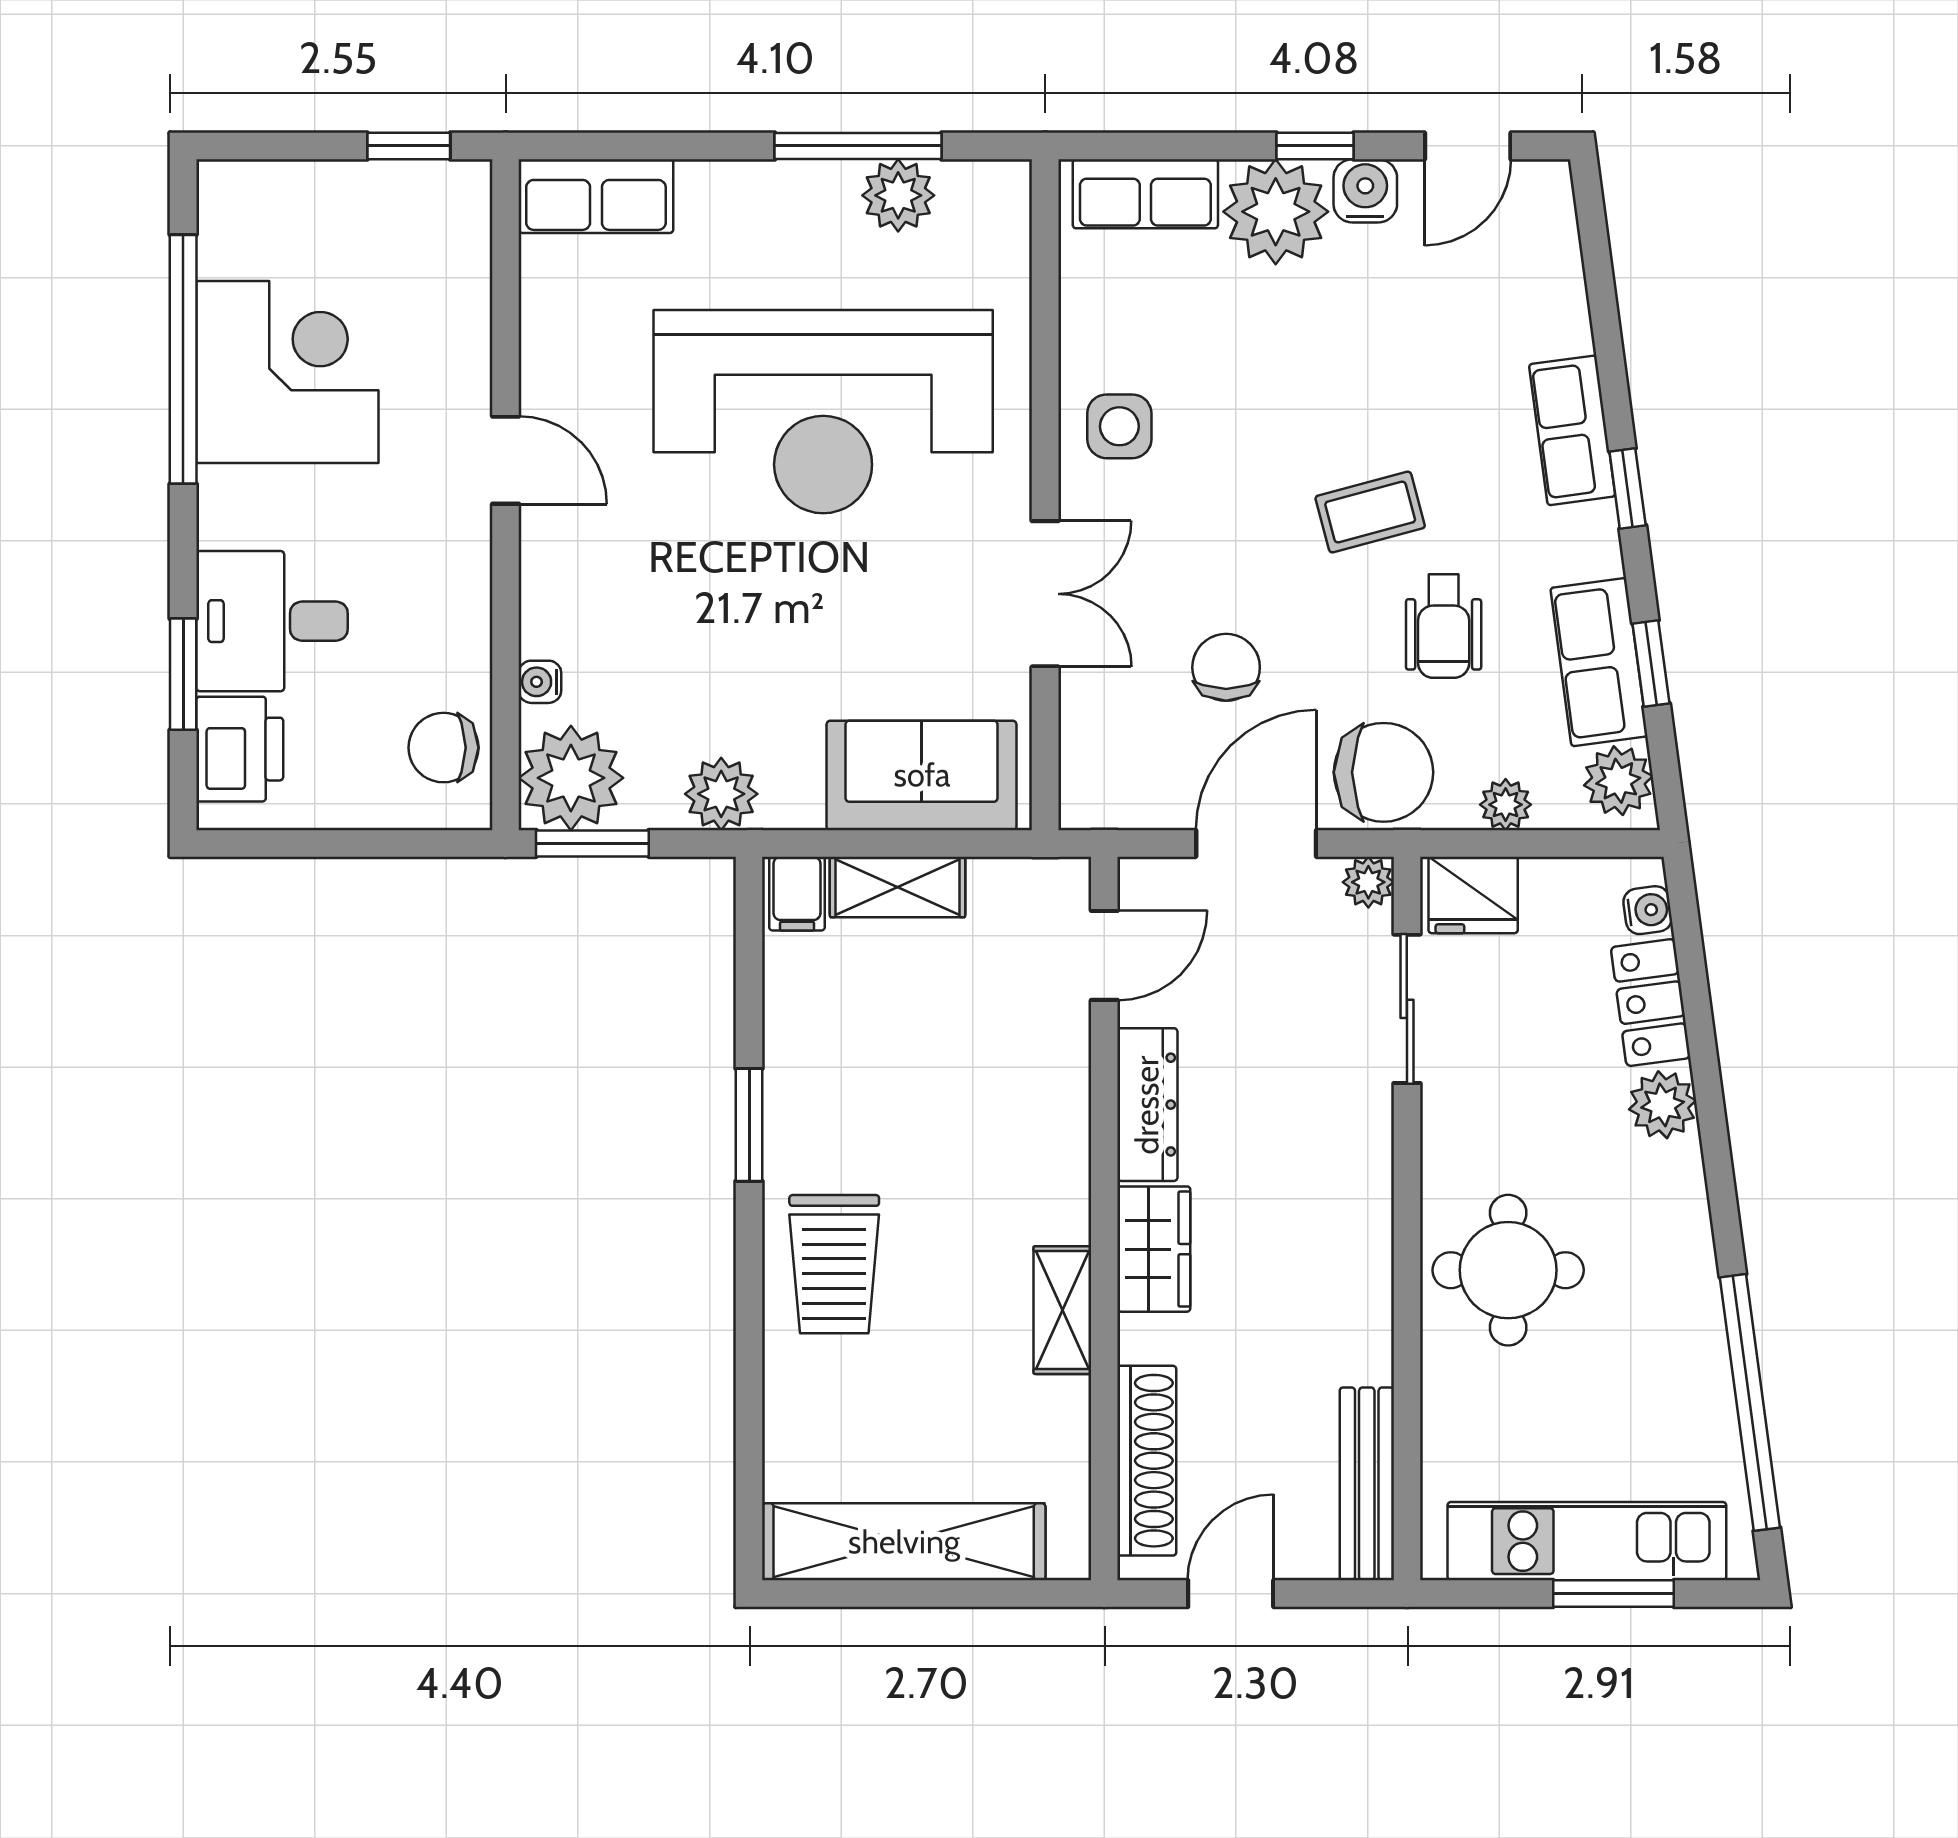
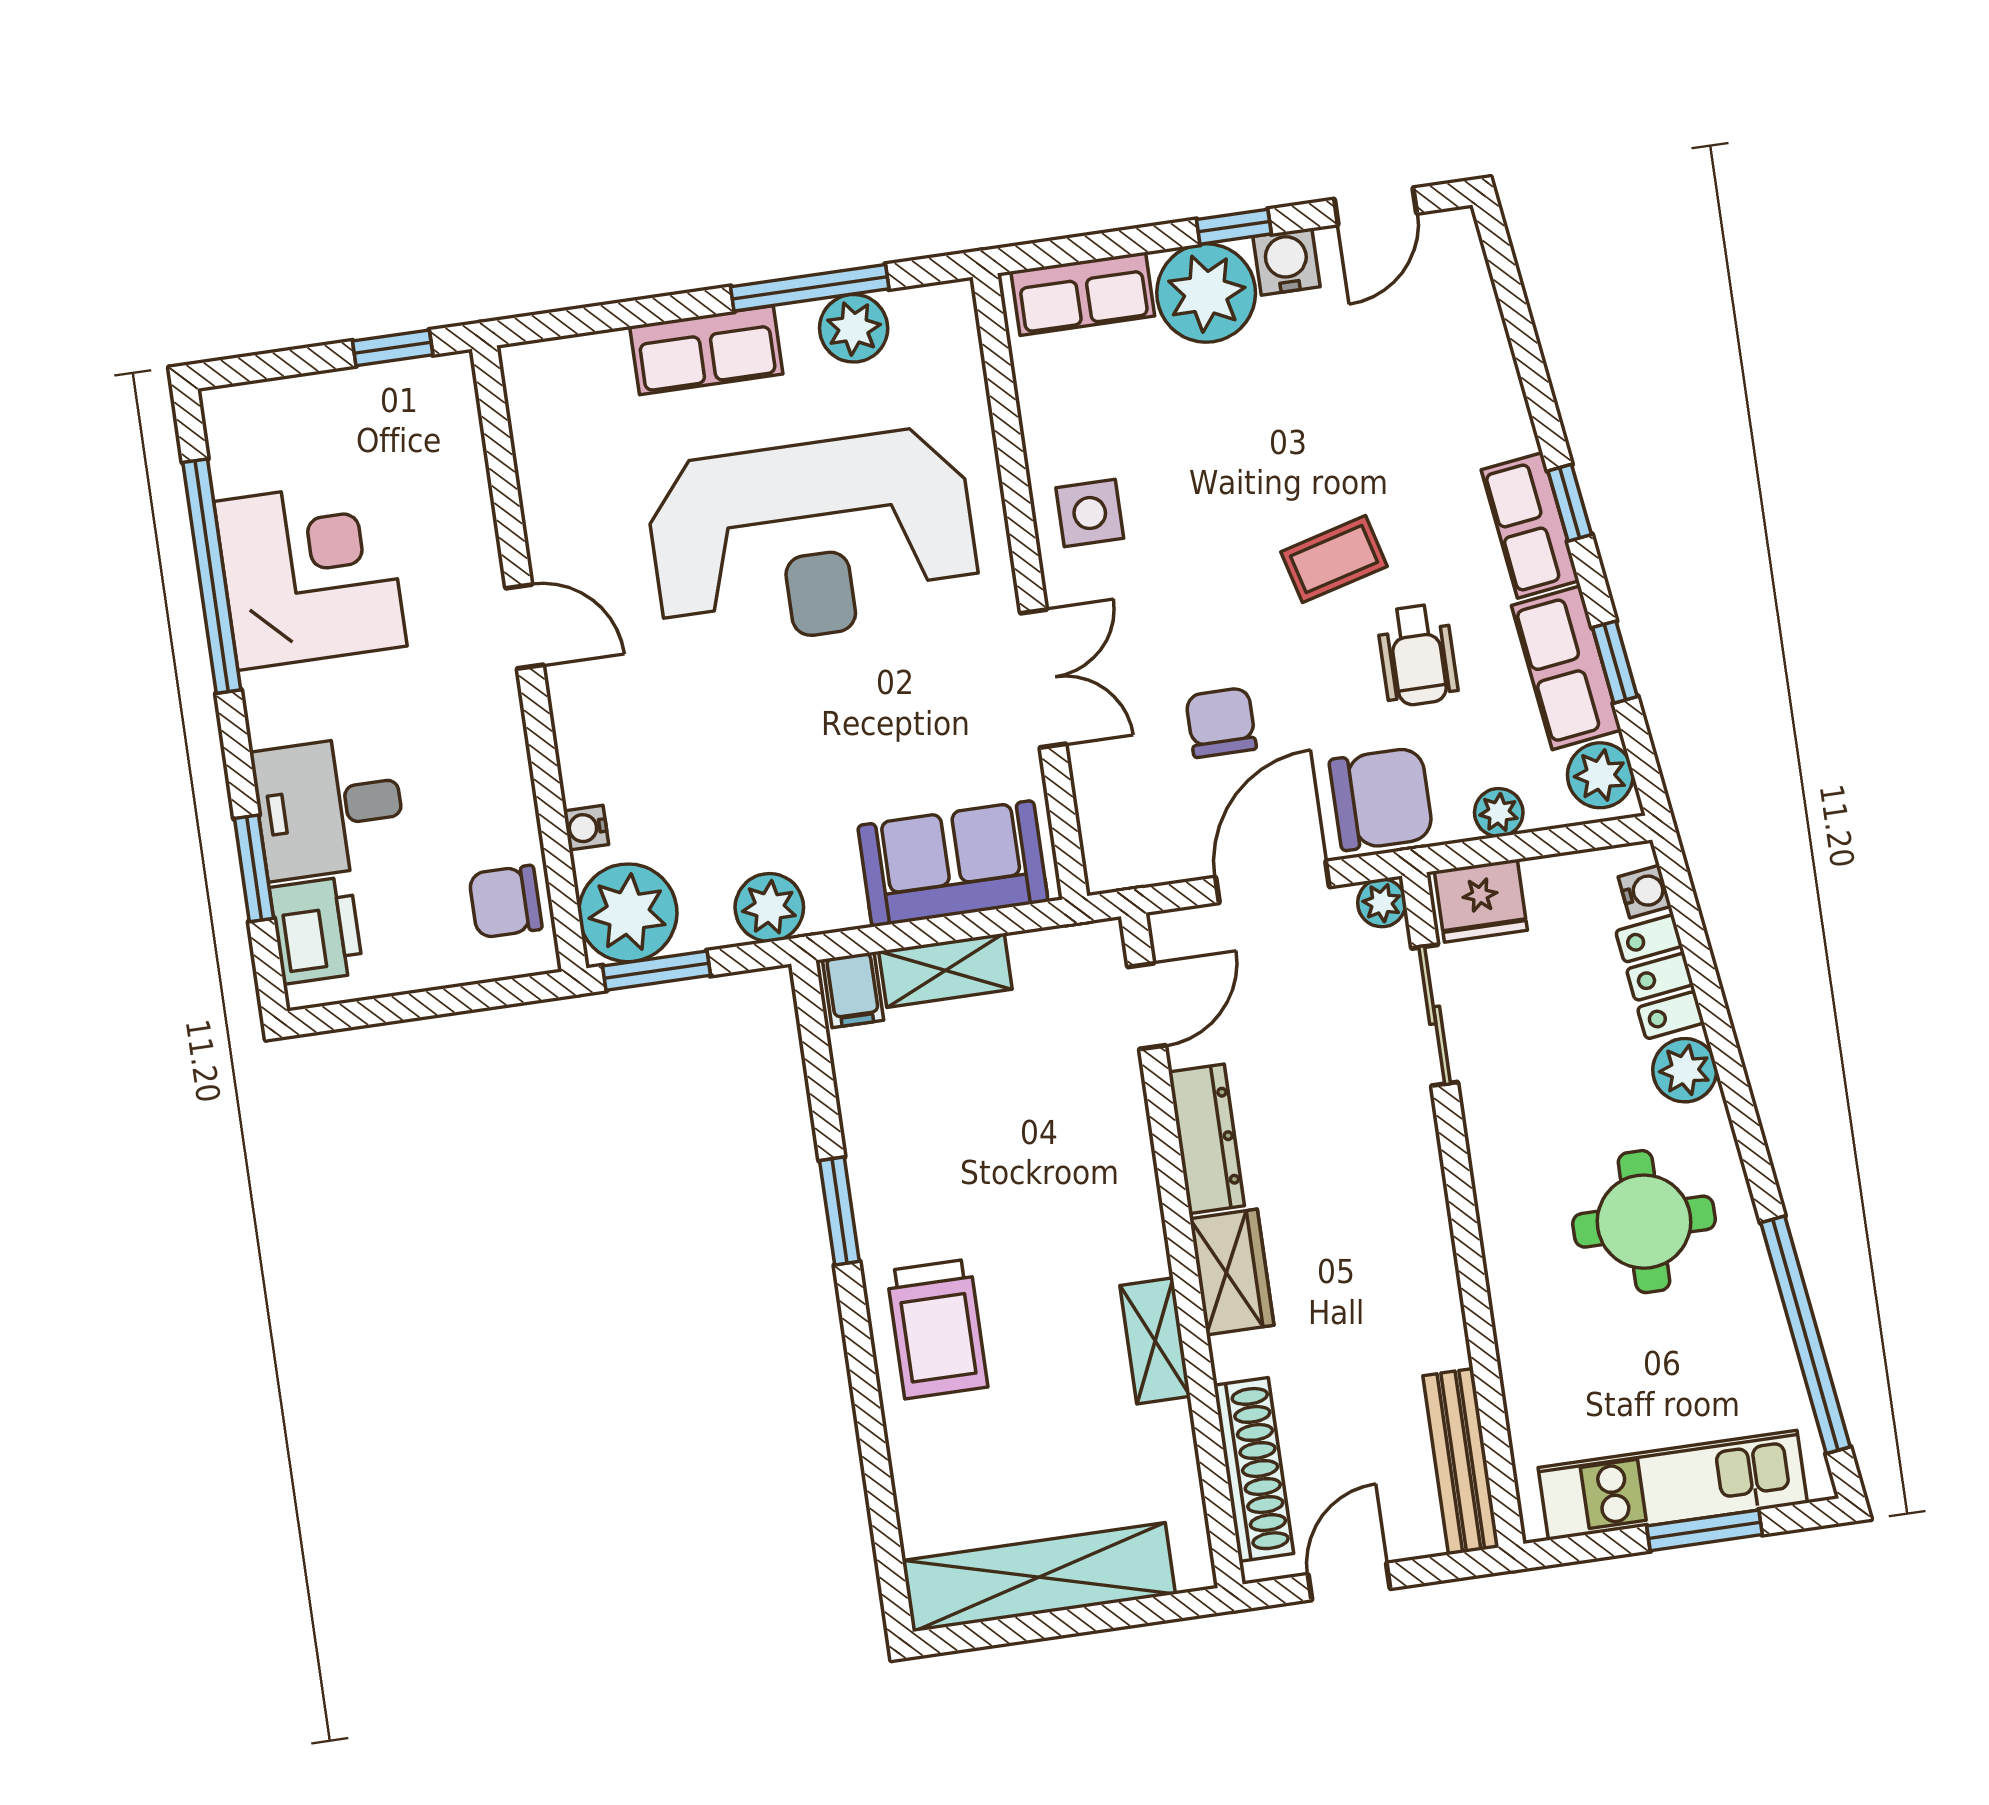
row of seats: (596, 196) -> (706, 350), moved
row of seats: (1572, 430) -> (1530, 525), moved
round table: (1508, 1270) -> (1644, 1222), moved

